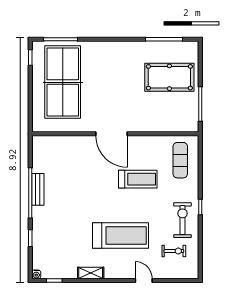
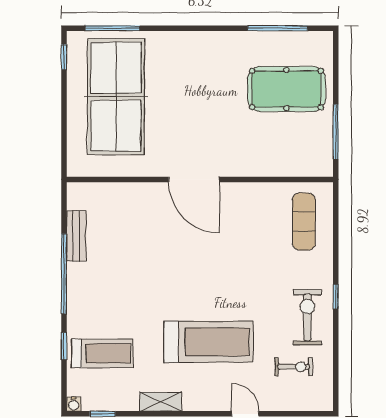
treadmill: (138, 179) -> (102, 353), moved
bench: (38, 189) -> (76, 236), moved

